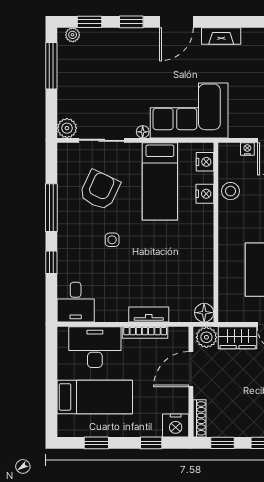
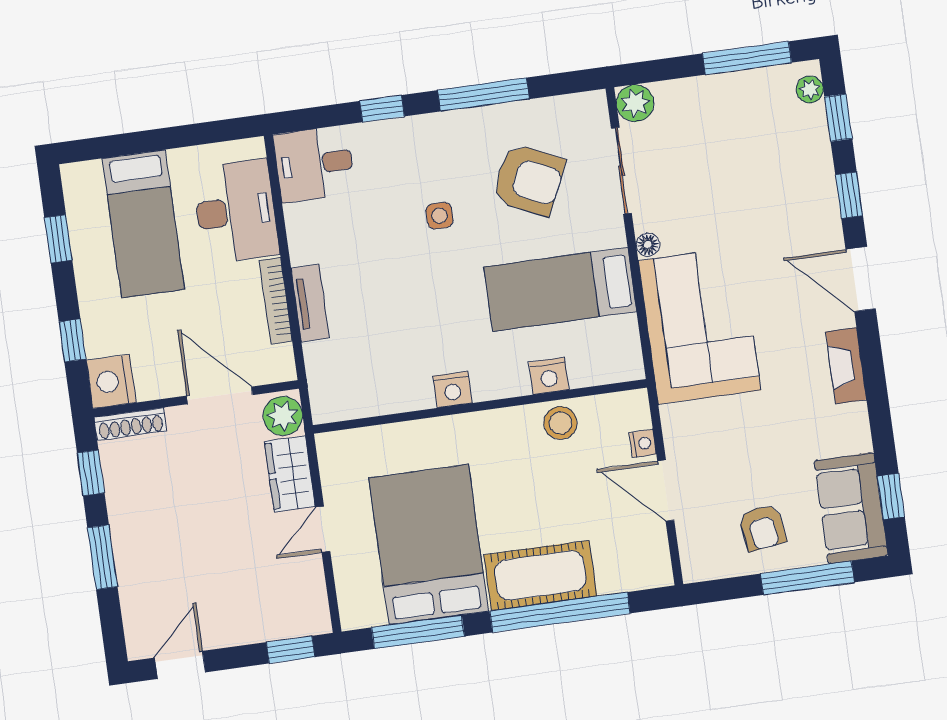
nightstand: (205, 162) -> (452, 390), moved
floor lamp: (204, 313) -> (328, 405), removed

